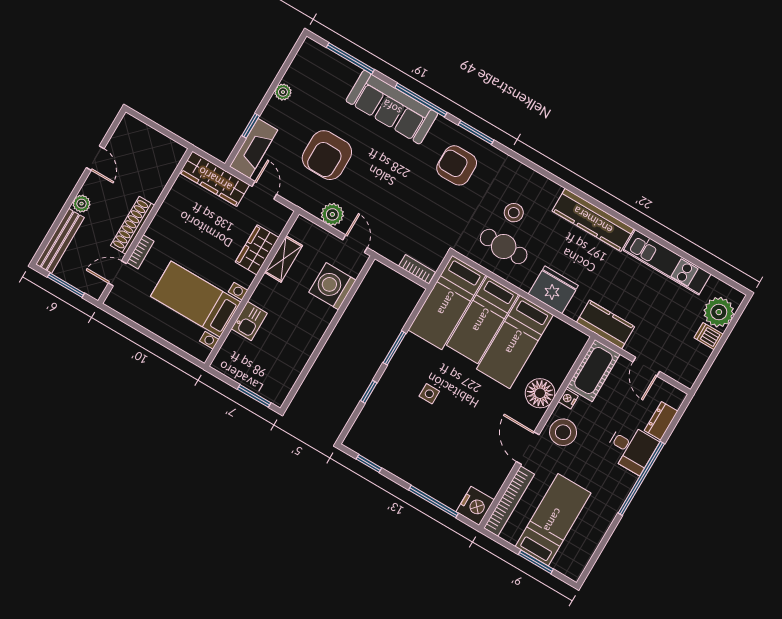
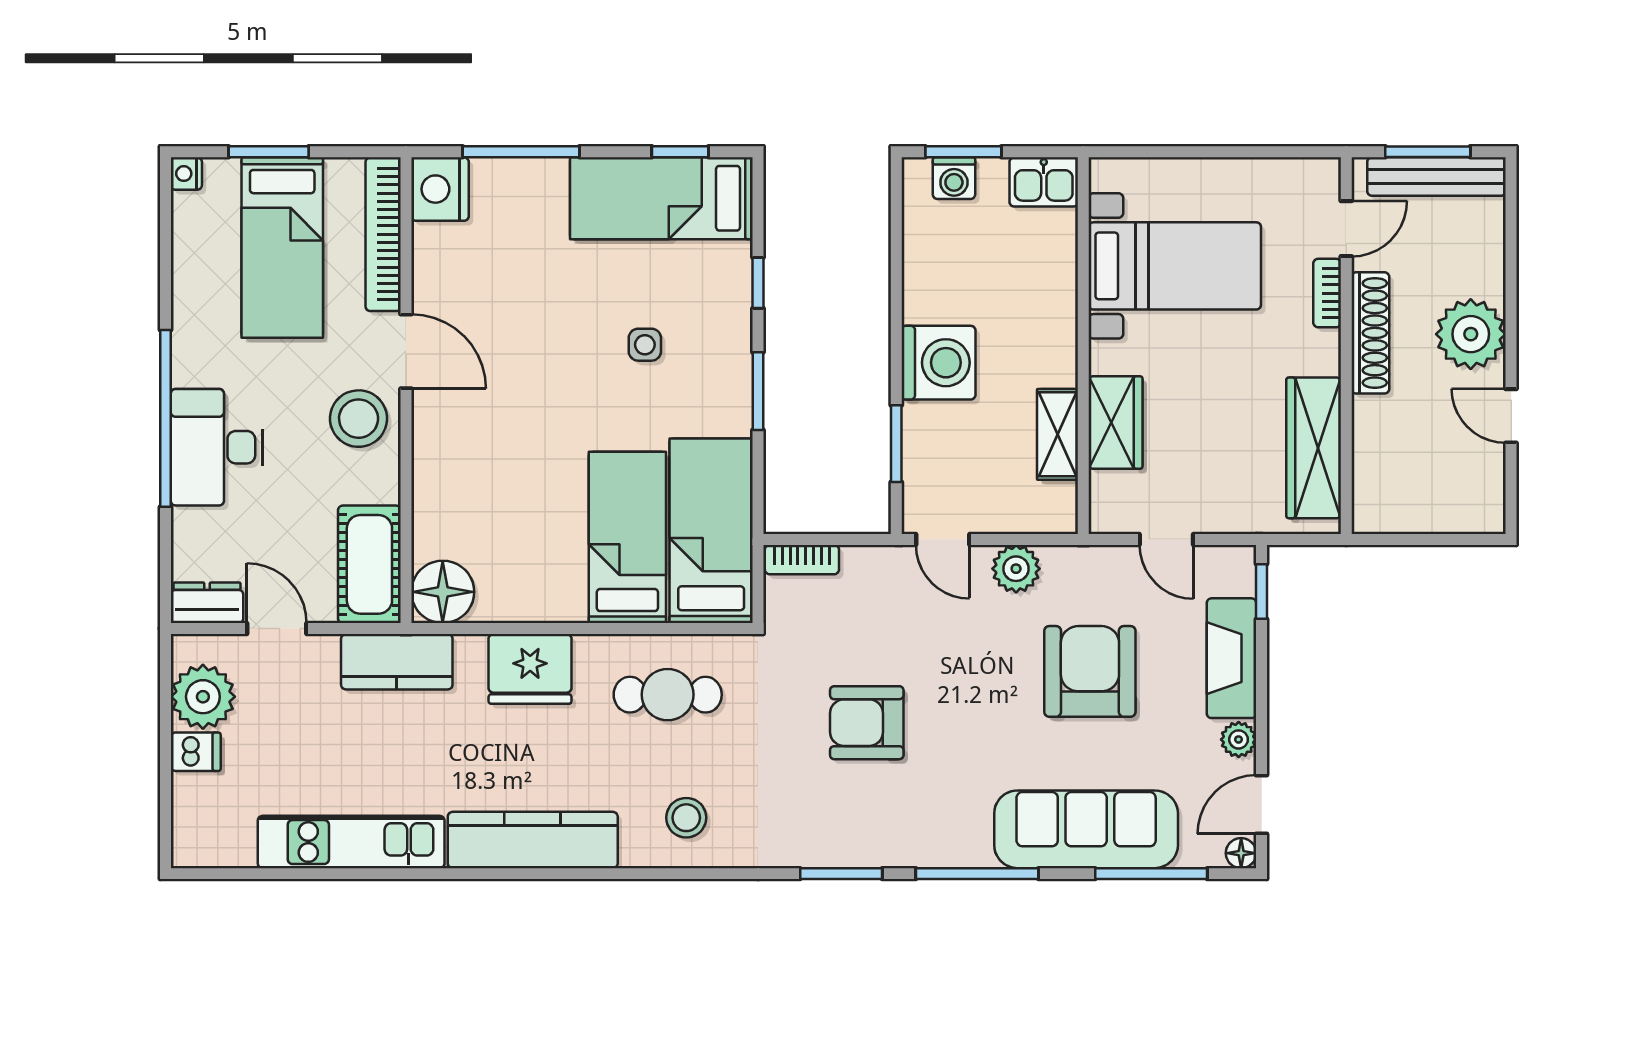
floor lamp: (309, 45) -> (1241, 853), added
door: (289, 60) -> (1262, 805), added
sofa: (392, 107) -> (1086, 829), moved
window: (251, 126) -> (1262, 591), moved
fireplace: (254, 148) -> (1232, 658), moved
armchair: (457, 165) -> (867, 723), moved, turned 180
wardrobe: (215, 179) -> (1314, 448), moved, turned -90
plant: (82, 204) -> (1471, 334), width x1.88, depth x1.88
stool: (514, 213) -> (686, 818), moved
bench: (60, 241) -> (1437, 177), moved, turned 90
washing machine: (332, 286) -> (938, 363), moved
window: (351, 294) -> (896, 444), added
plant: (719, 312) -> (203, 697), moved
kitchen sink: (249, 321) -> (1044, 182), moved, turned -90
bed: (515, 342) -> (661, 198), moved, turned -90
washing machine: (264, 387) -> (954, 178), added
floor lamp: (540, 393) -> (443, 592), moved
nightstand: (568, 399) -> (186, 174), moved, turned 180
dresser: (661, 421) -> (207, 603), moved, turned -90
desk: (631, 448) -> (217, 447), width x1.37

